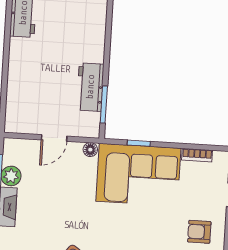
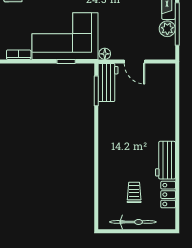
workbench: (90, 87) -> (108, 82), moved
door: (54, 138) -> (134, 61), swing flipped

